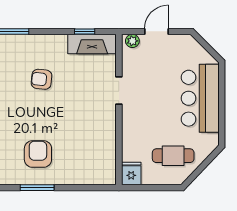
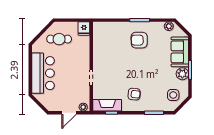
armchair: (41, 79) -> (134, 94), moved
armchair: (38, 154) -> (139, 40), turned 89

